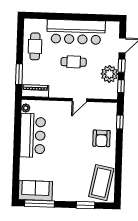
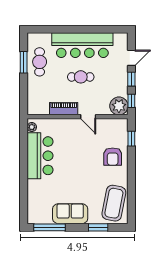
window: (19, 74) -> (24, 62), moved
plant: (109, 74) -> (119, 106), moved
piano: (35, 91) -> (64, 109), moved
door: (79, 100) -> (88, 117), hinge flipped
sofa: (35, 191) -> (70, 214), moved

